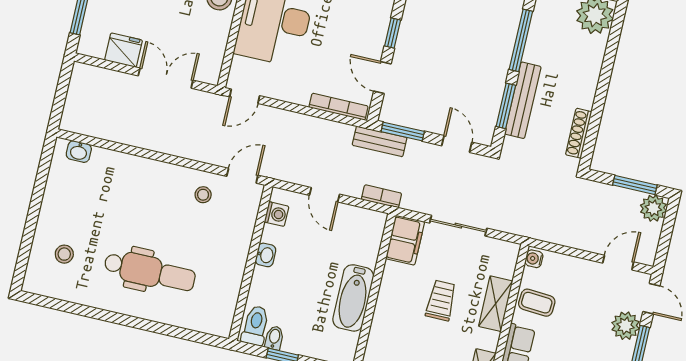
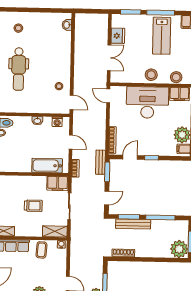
door: (325, 195) -> (71, 142), swing flipped
bathtub: (353, 298) -> (47, 166), moved
shelving: (496, 304) -> (55, 231), moved

